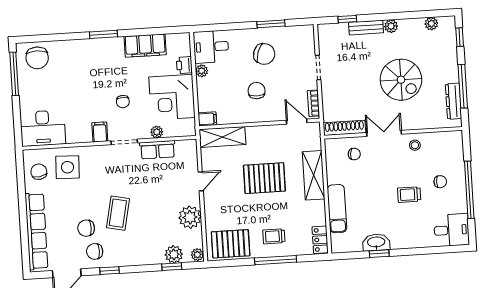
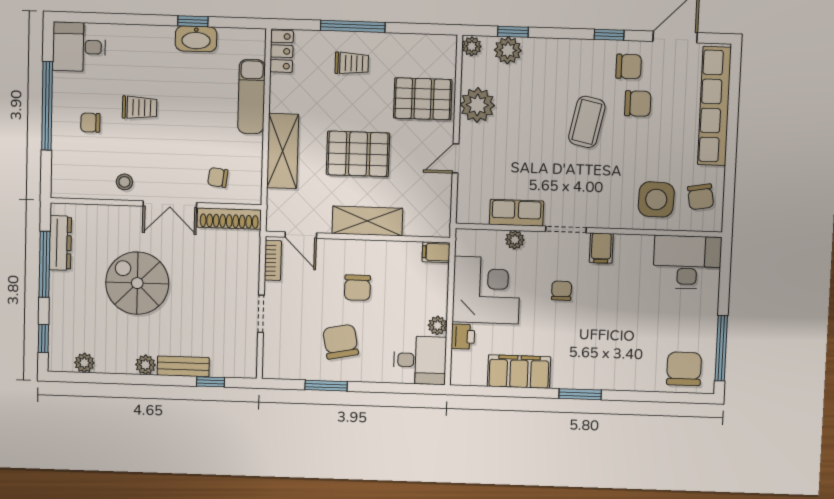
chair: (264, 54) -> (341, 342), turned 60
shelving: (222, 137) -> (367, 221), moved
pallet: (231, 244) -> (423, 99), moved

